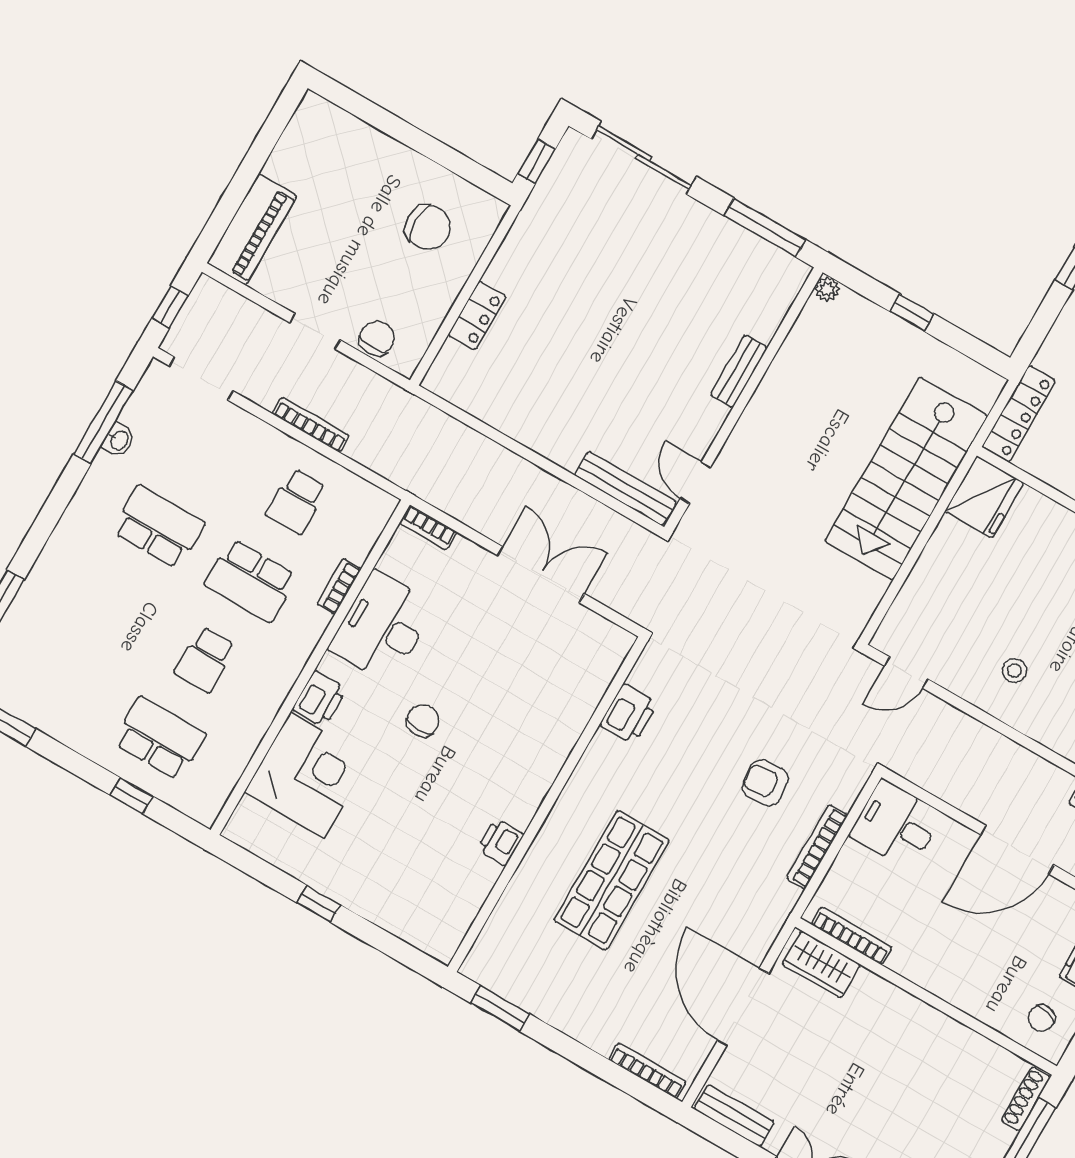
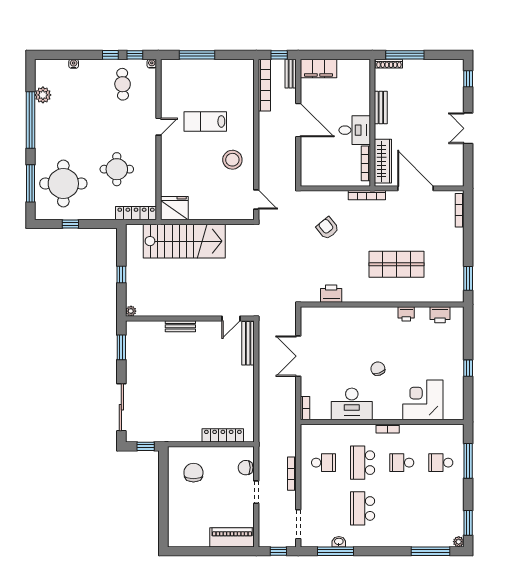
window: (765, 228) -> (121, 347), width x0.69
locker: (477, 316) -> (223, 435), width x1.53
school desk: (251, 580) -> (363, 463), turned 180
bookcase: (339, 586) -> (388, 429), moved
school desk: (205, 659) -> (402, 463), turned 180
stool: (1014, 671) -> (232, 160), width x1.89, depth x1.89
printer: (320, 699) -> (440, 315), moved, turned 180
chair: (423, 721) -> (378, 369), turned 71
school desk: (160, 738) -> (441, 463), width x0.54
armchair: (765, 783) -> (327, 228), turned 146
window: (131, 796) -> (468, 461), width x2.17
desk: (896, 824) -> (355, 130), moved, turned -90
bookcase: (817, 847) -> (367, 195), moved
wardrobe: (821, 964) -> (383, 161), width x1.50
door: (743, 1007) -> (416, 188), swing flipped
chair: (1042, 1018) -> (356, 75), removed
bench: (734, 1116) -> (381, 107), moved

